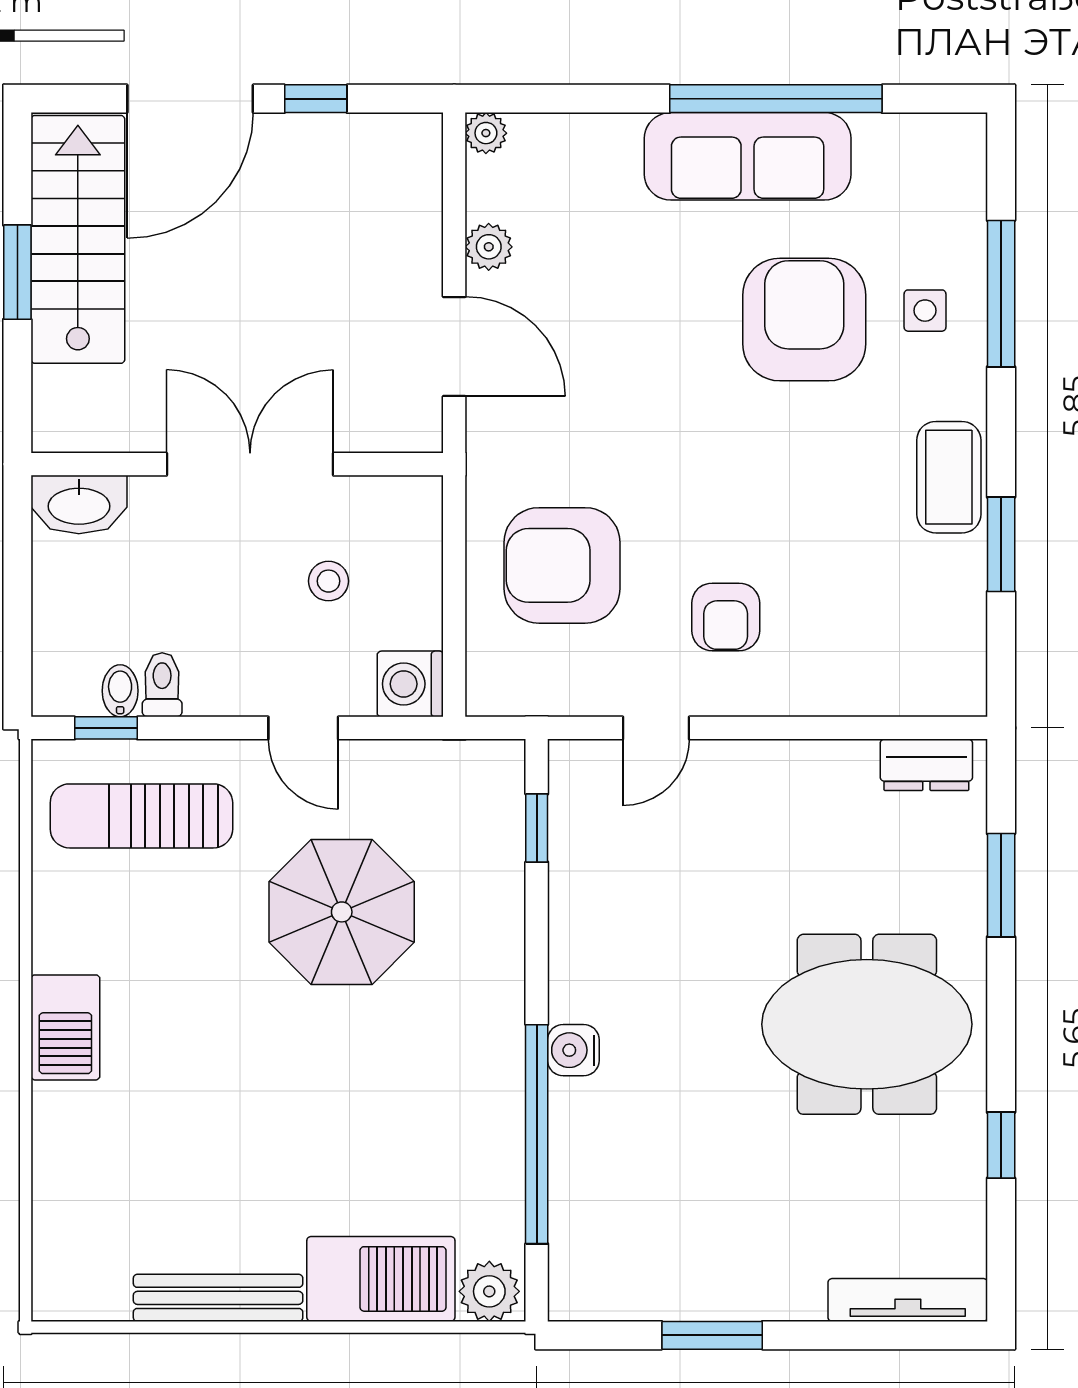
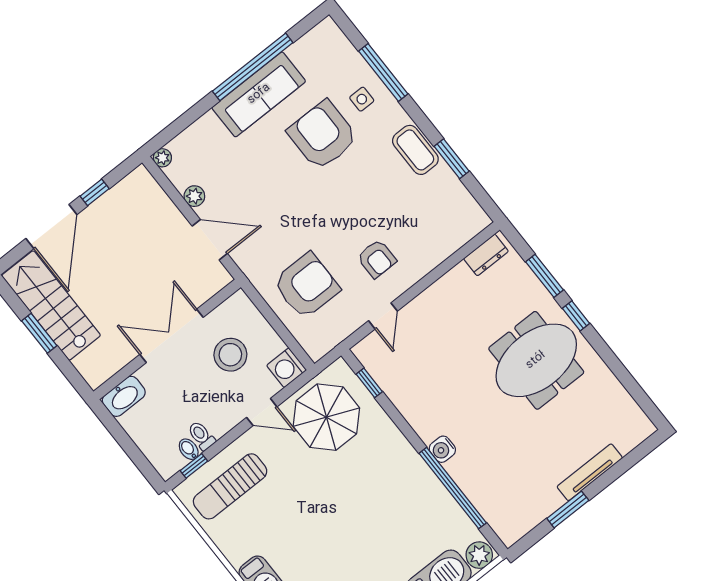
armchair: (562, 565) -> (306, 286), turned 180
stool: (329, 581) -> (230, 355), width x1.89, depth x1.89
parasol: (342, 912) -> (326, 417), moved
window: (1001, 1145) -> (576, 316), moved
tv unit: (908, 1300) -> (590, 472), moved

